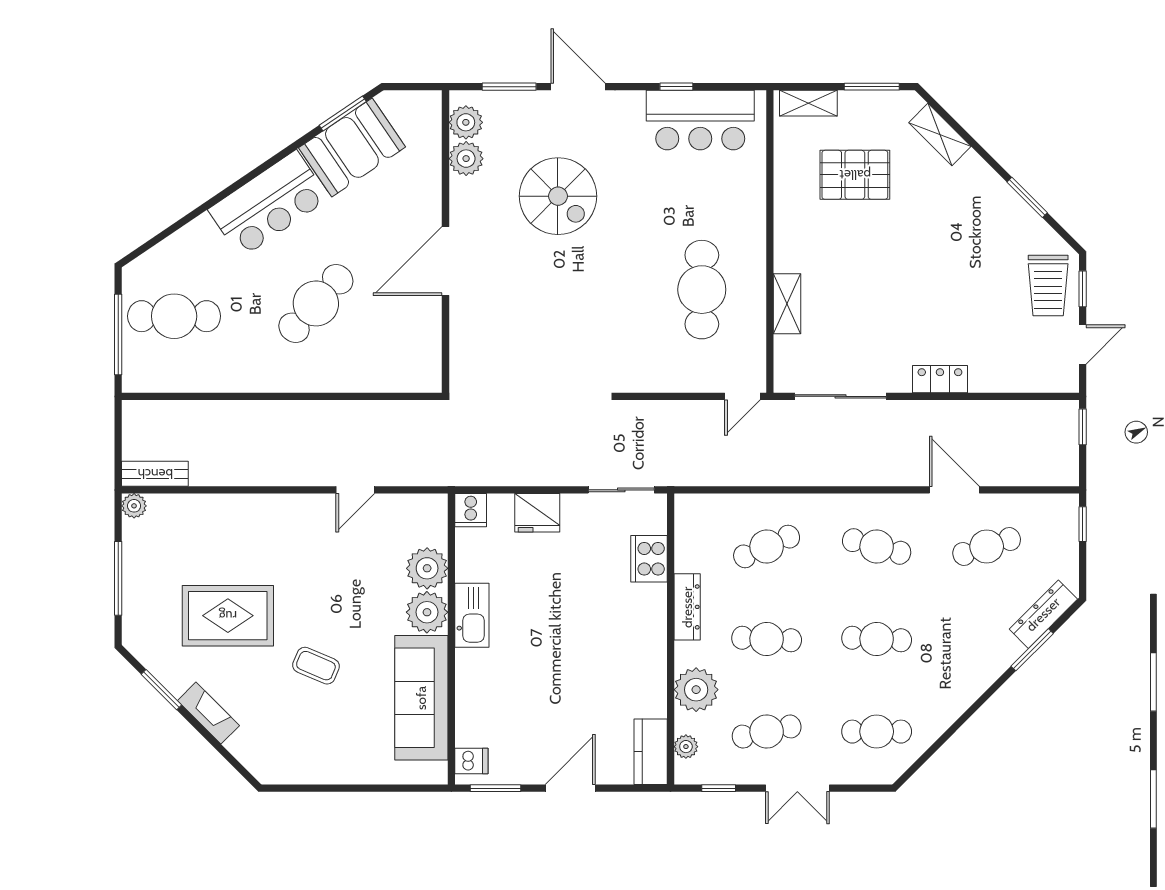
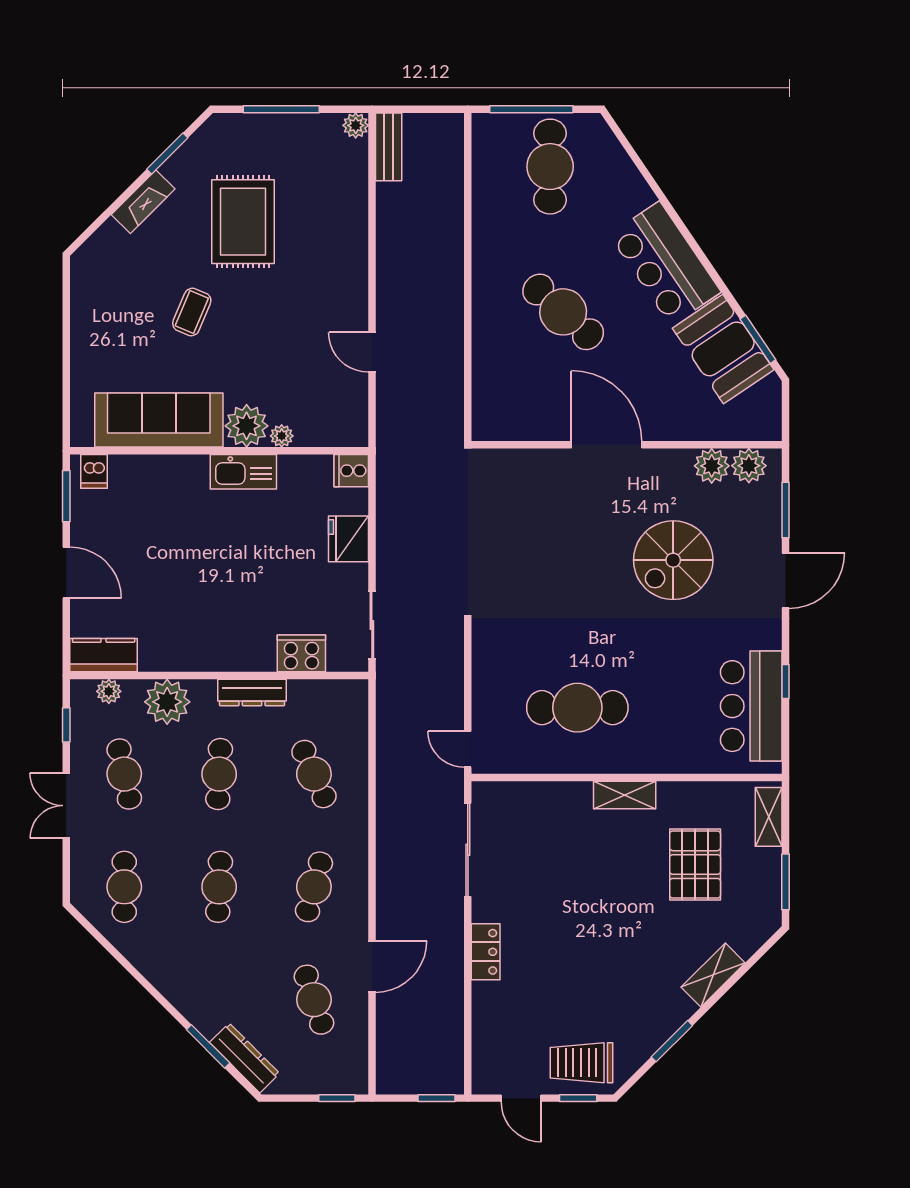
shelving: (940, 135) -> (713, 975), moved
shelving: (787, 304) -> (625, 795), moved
plant: (427, 568) -> (282, 436), width x0.53, depth x0.53

